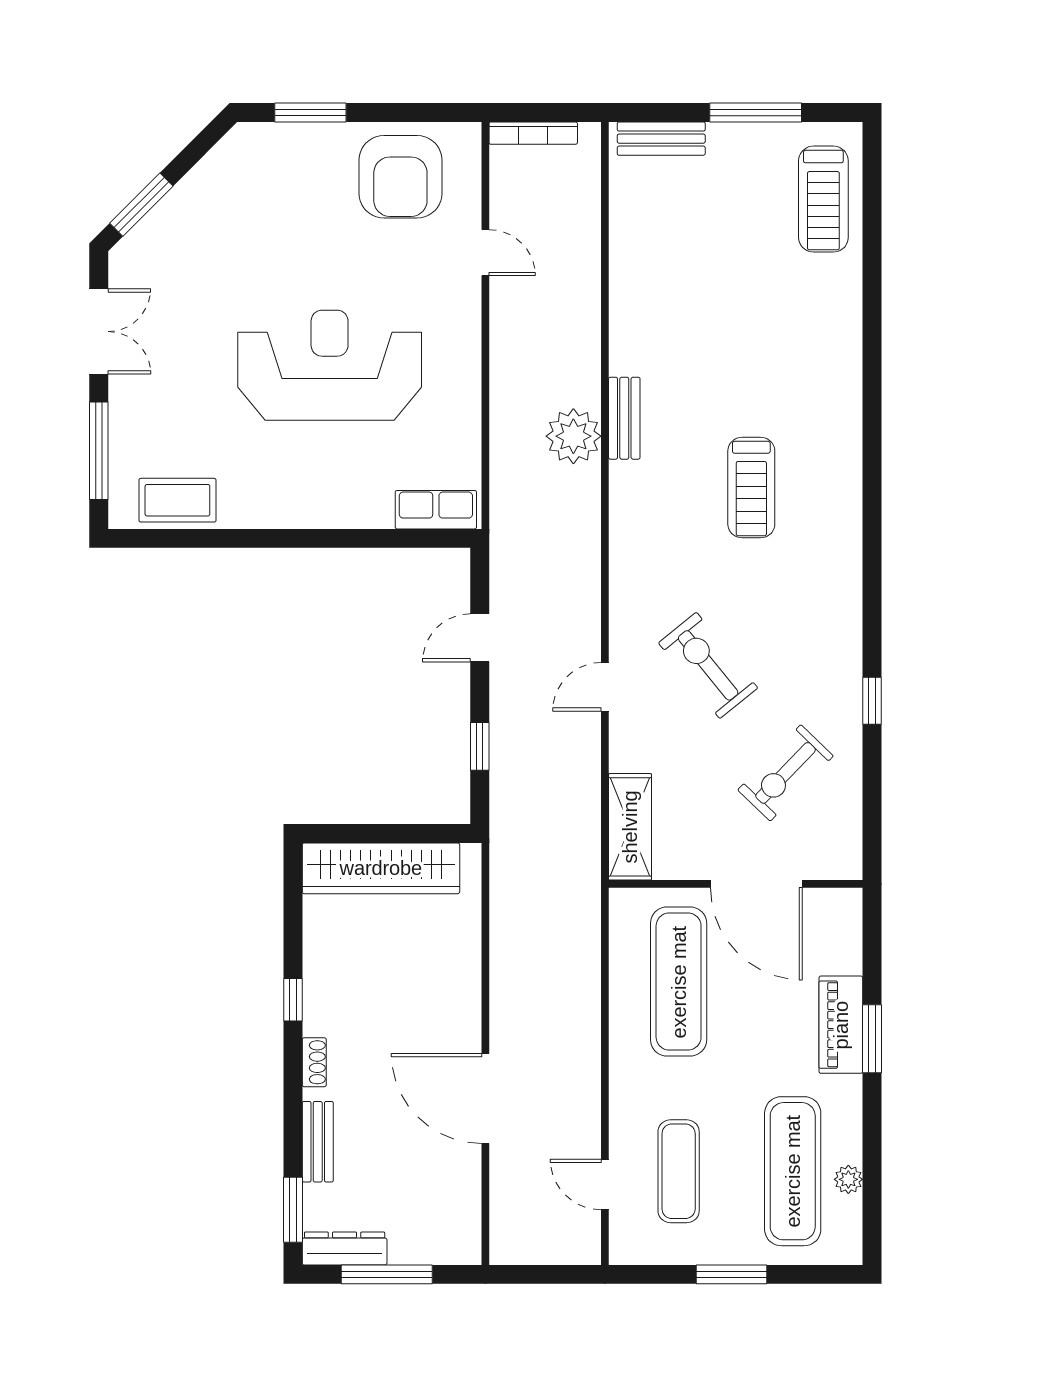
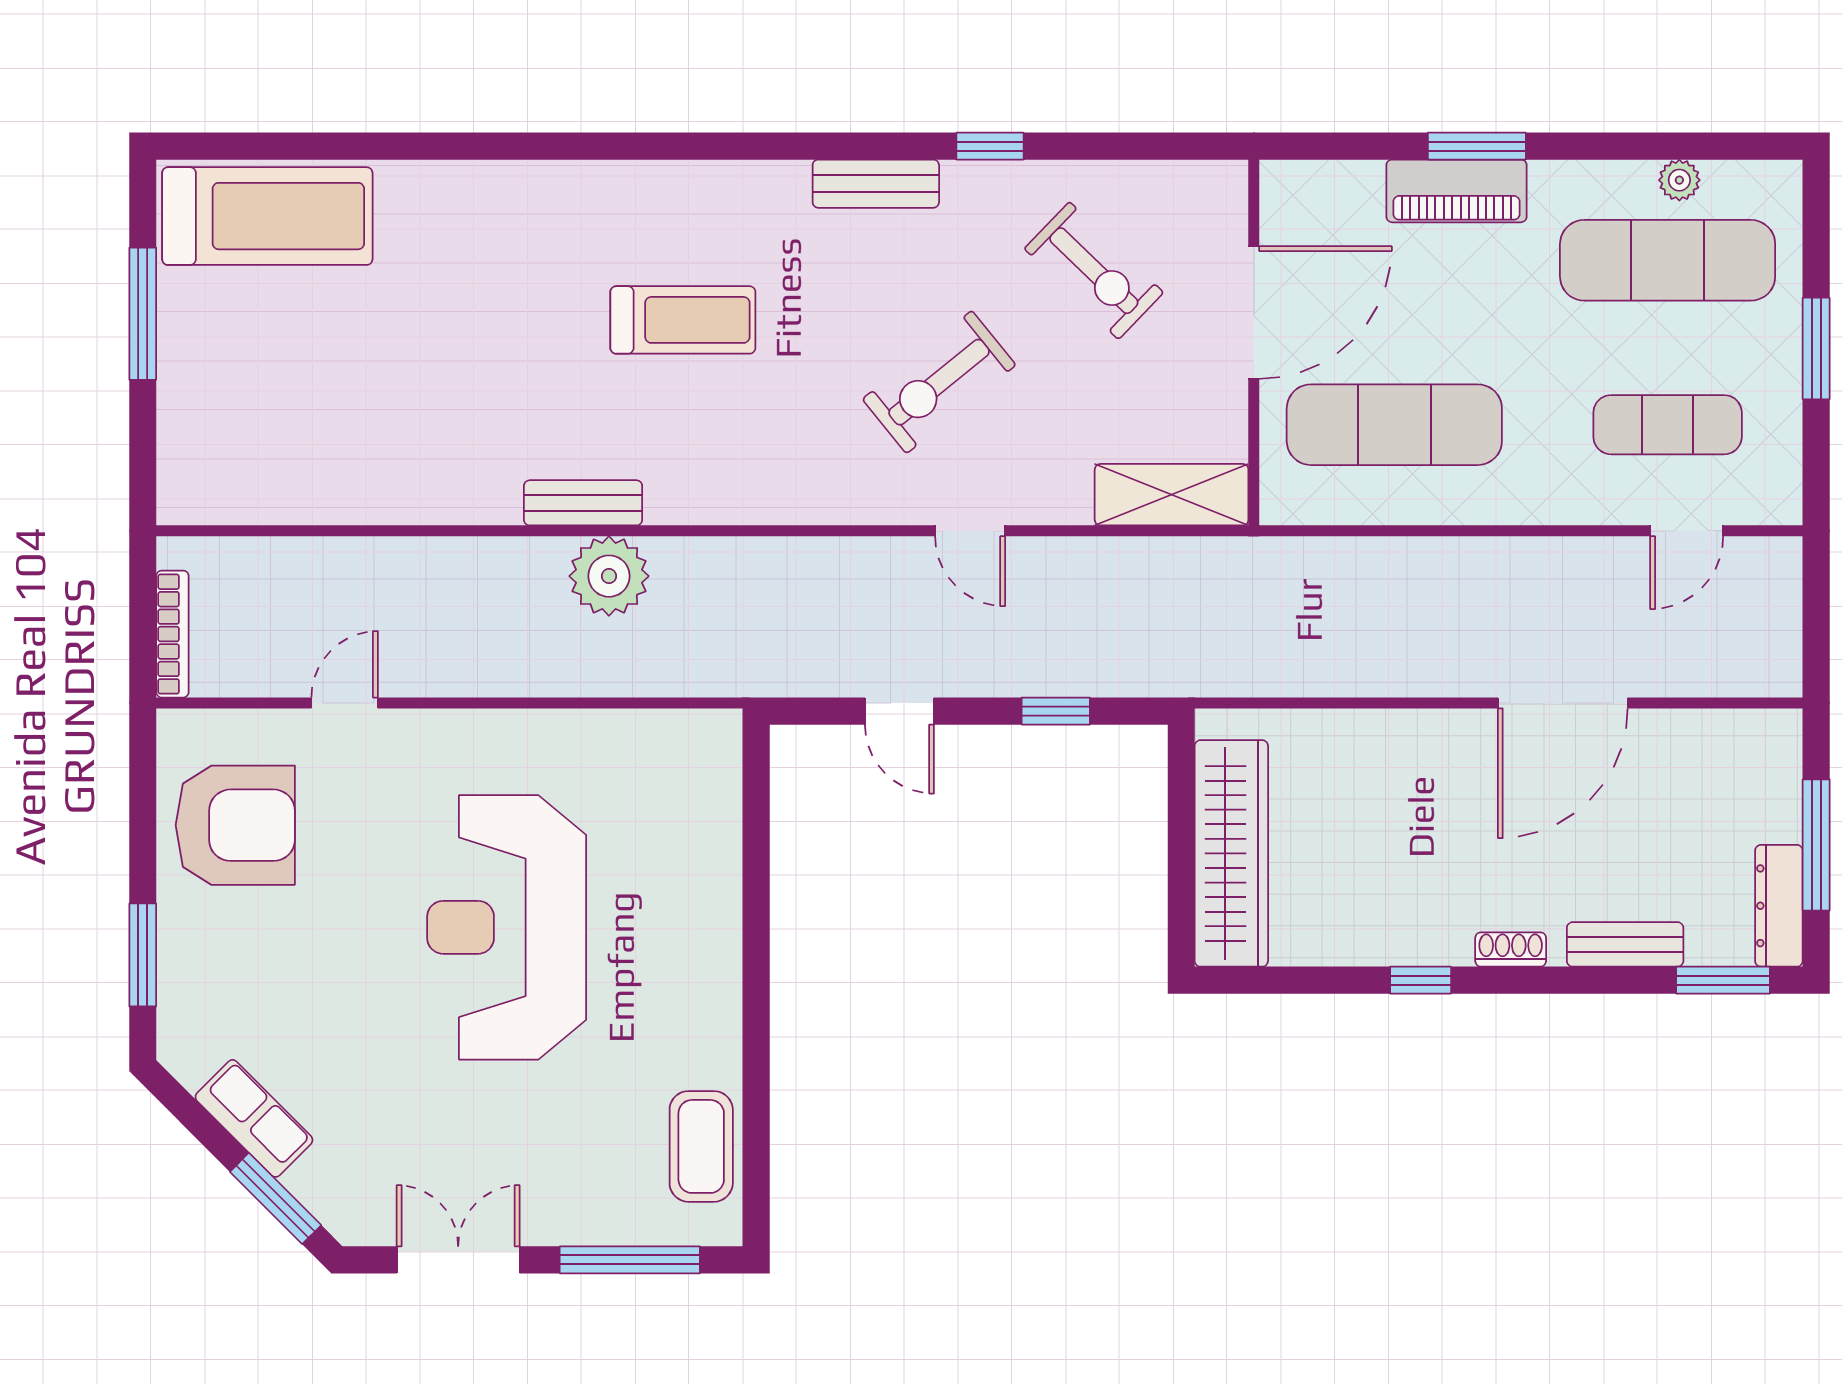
bench: (661, 139) -> (876, 184), moved, turned 90
treadmill: (823, 199) -> (267, 216), width x1.37, depth x1.38
row of seats: (436, 510) -> (254, 1118), moved, turned 135

